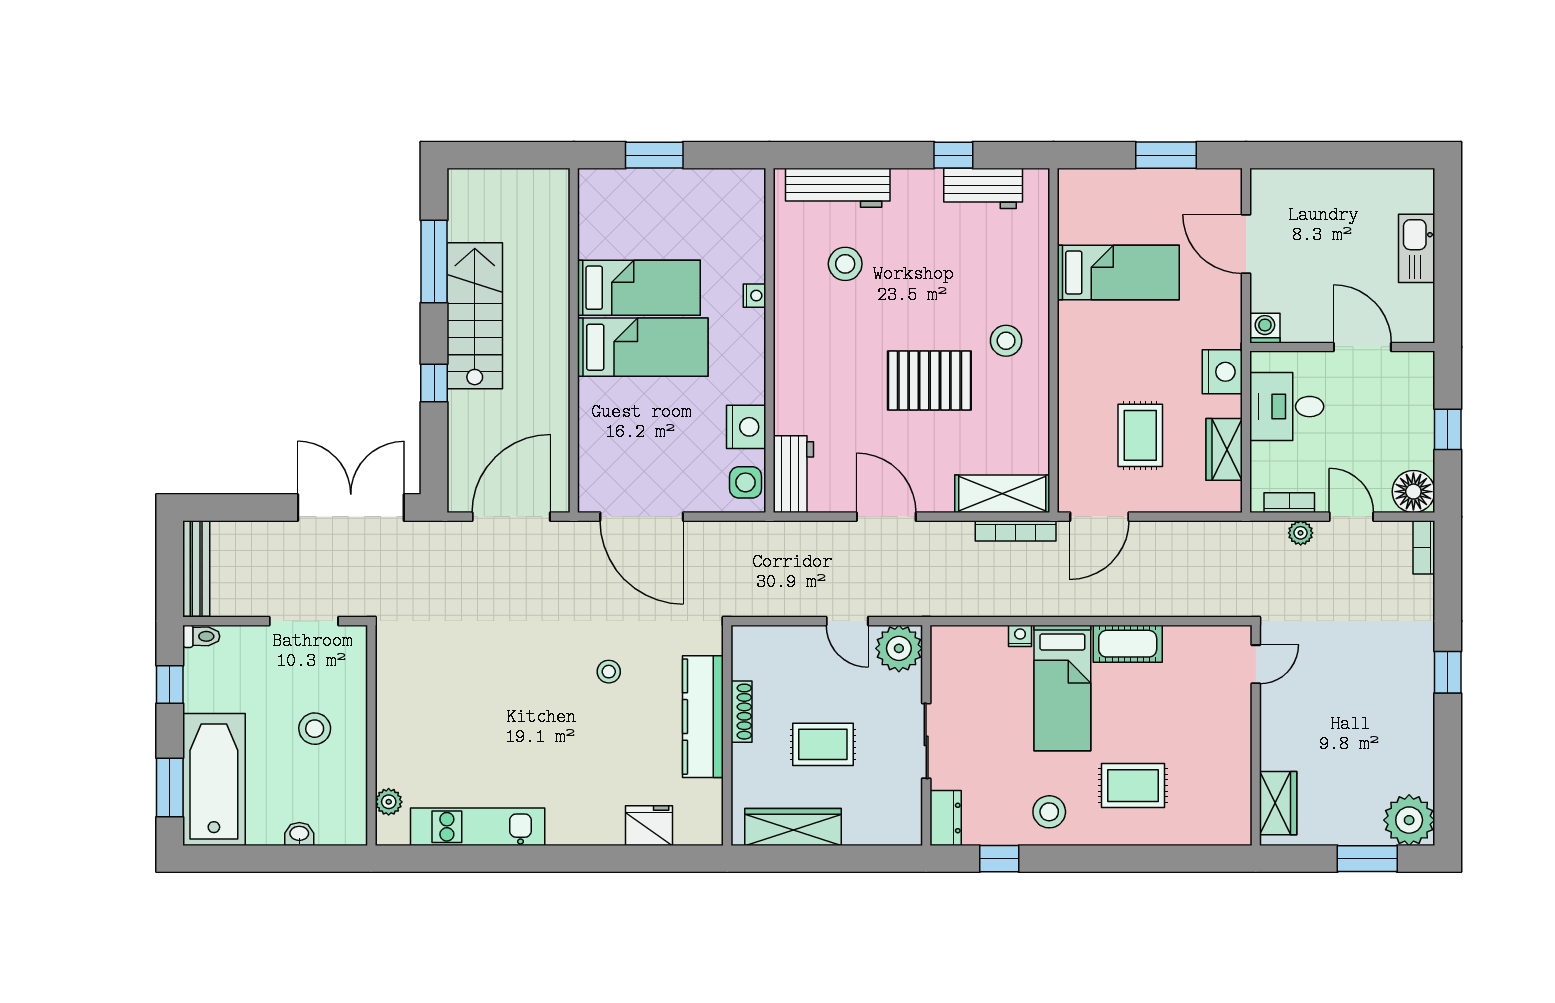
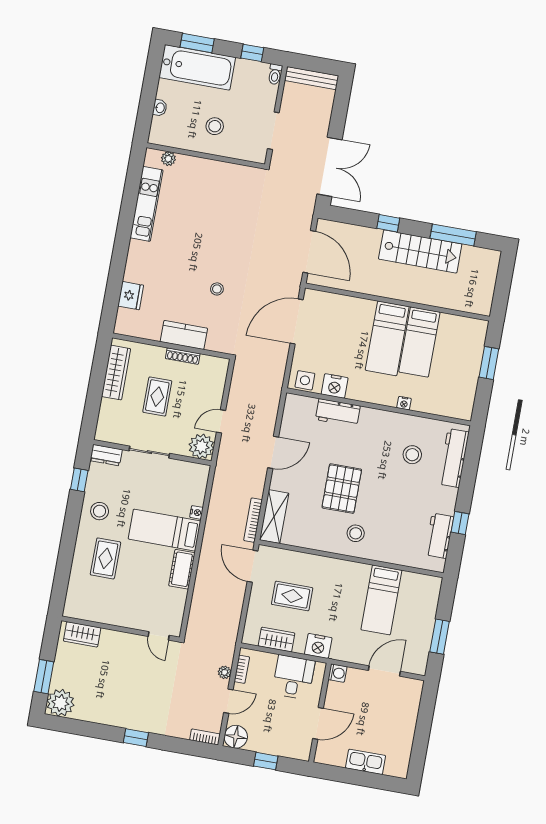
workbench: (793, 474) -> (338, 413), moved
kitchen counter: (703, 717) -> (184, 335), width x0.67

